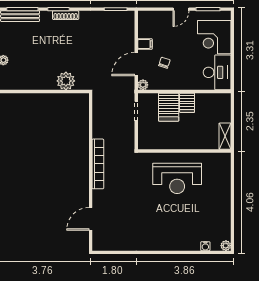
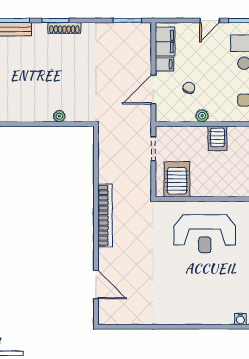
filing cabinet: (146, 26) -> (165, 42), added
plant: (66, 81) -> (59, 116), width x0.53, depth x0.53
plant: (143, 85) -> (202, 116), moved
server rack: (169, 107) -> (177, 179), moved, turned 180
door: (91, 219) -> (96, 285), swing flipped

